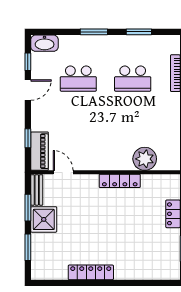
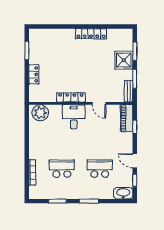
door: (28, 90) -> (135, 161), hinge flipped
desk: (116, 153) -> (74, 117), added
plant: (145, 159) -> (40, 113), moved
door: (63, 172) -> (99, 103), moved
shower: (44, 219) -> (124, 60), moved

